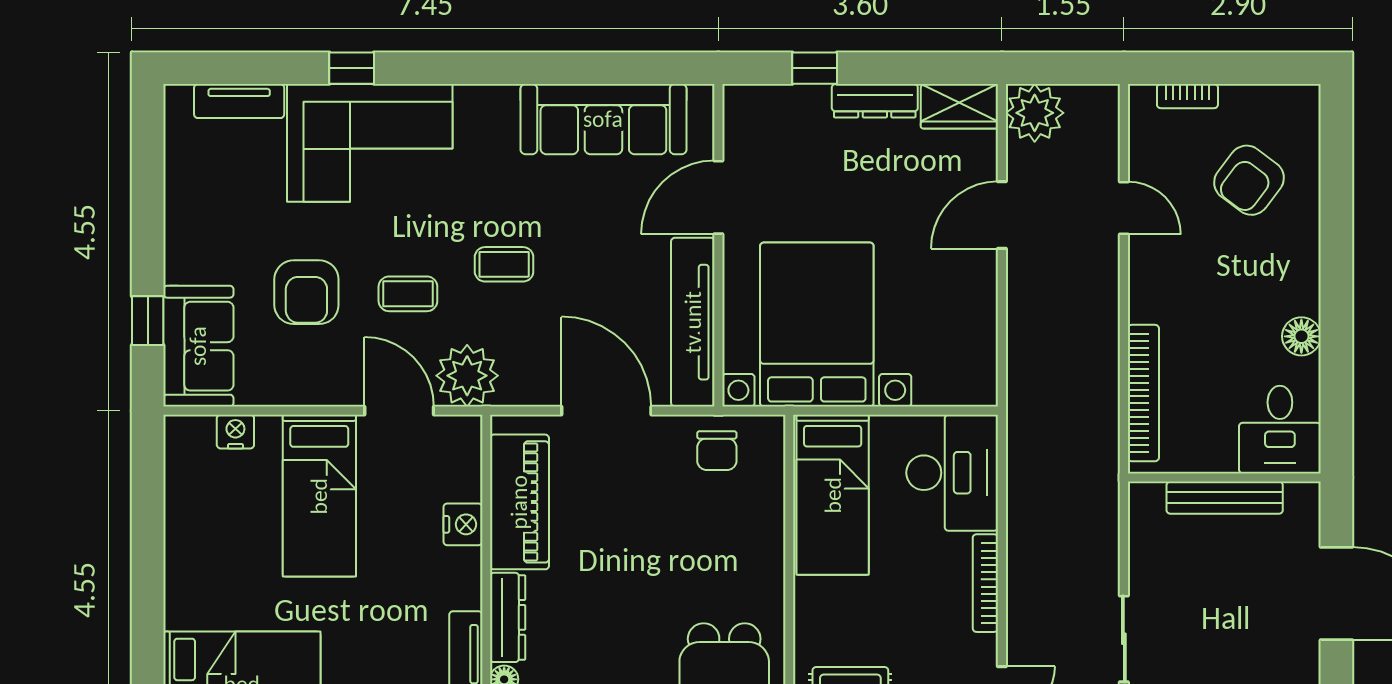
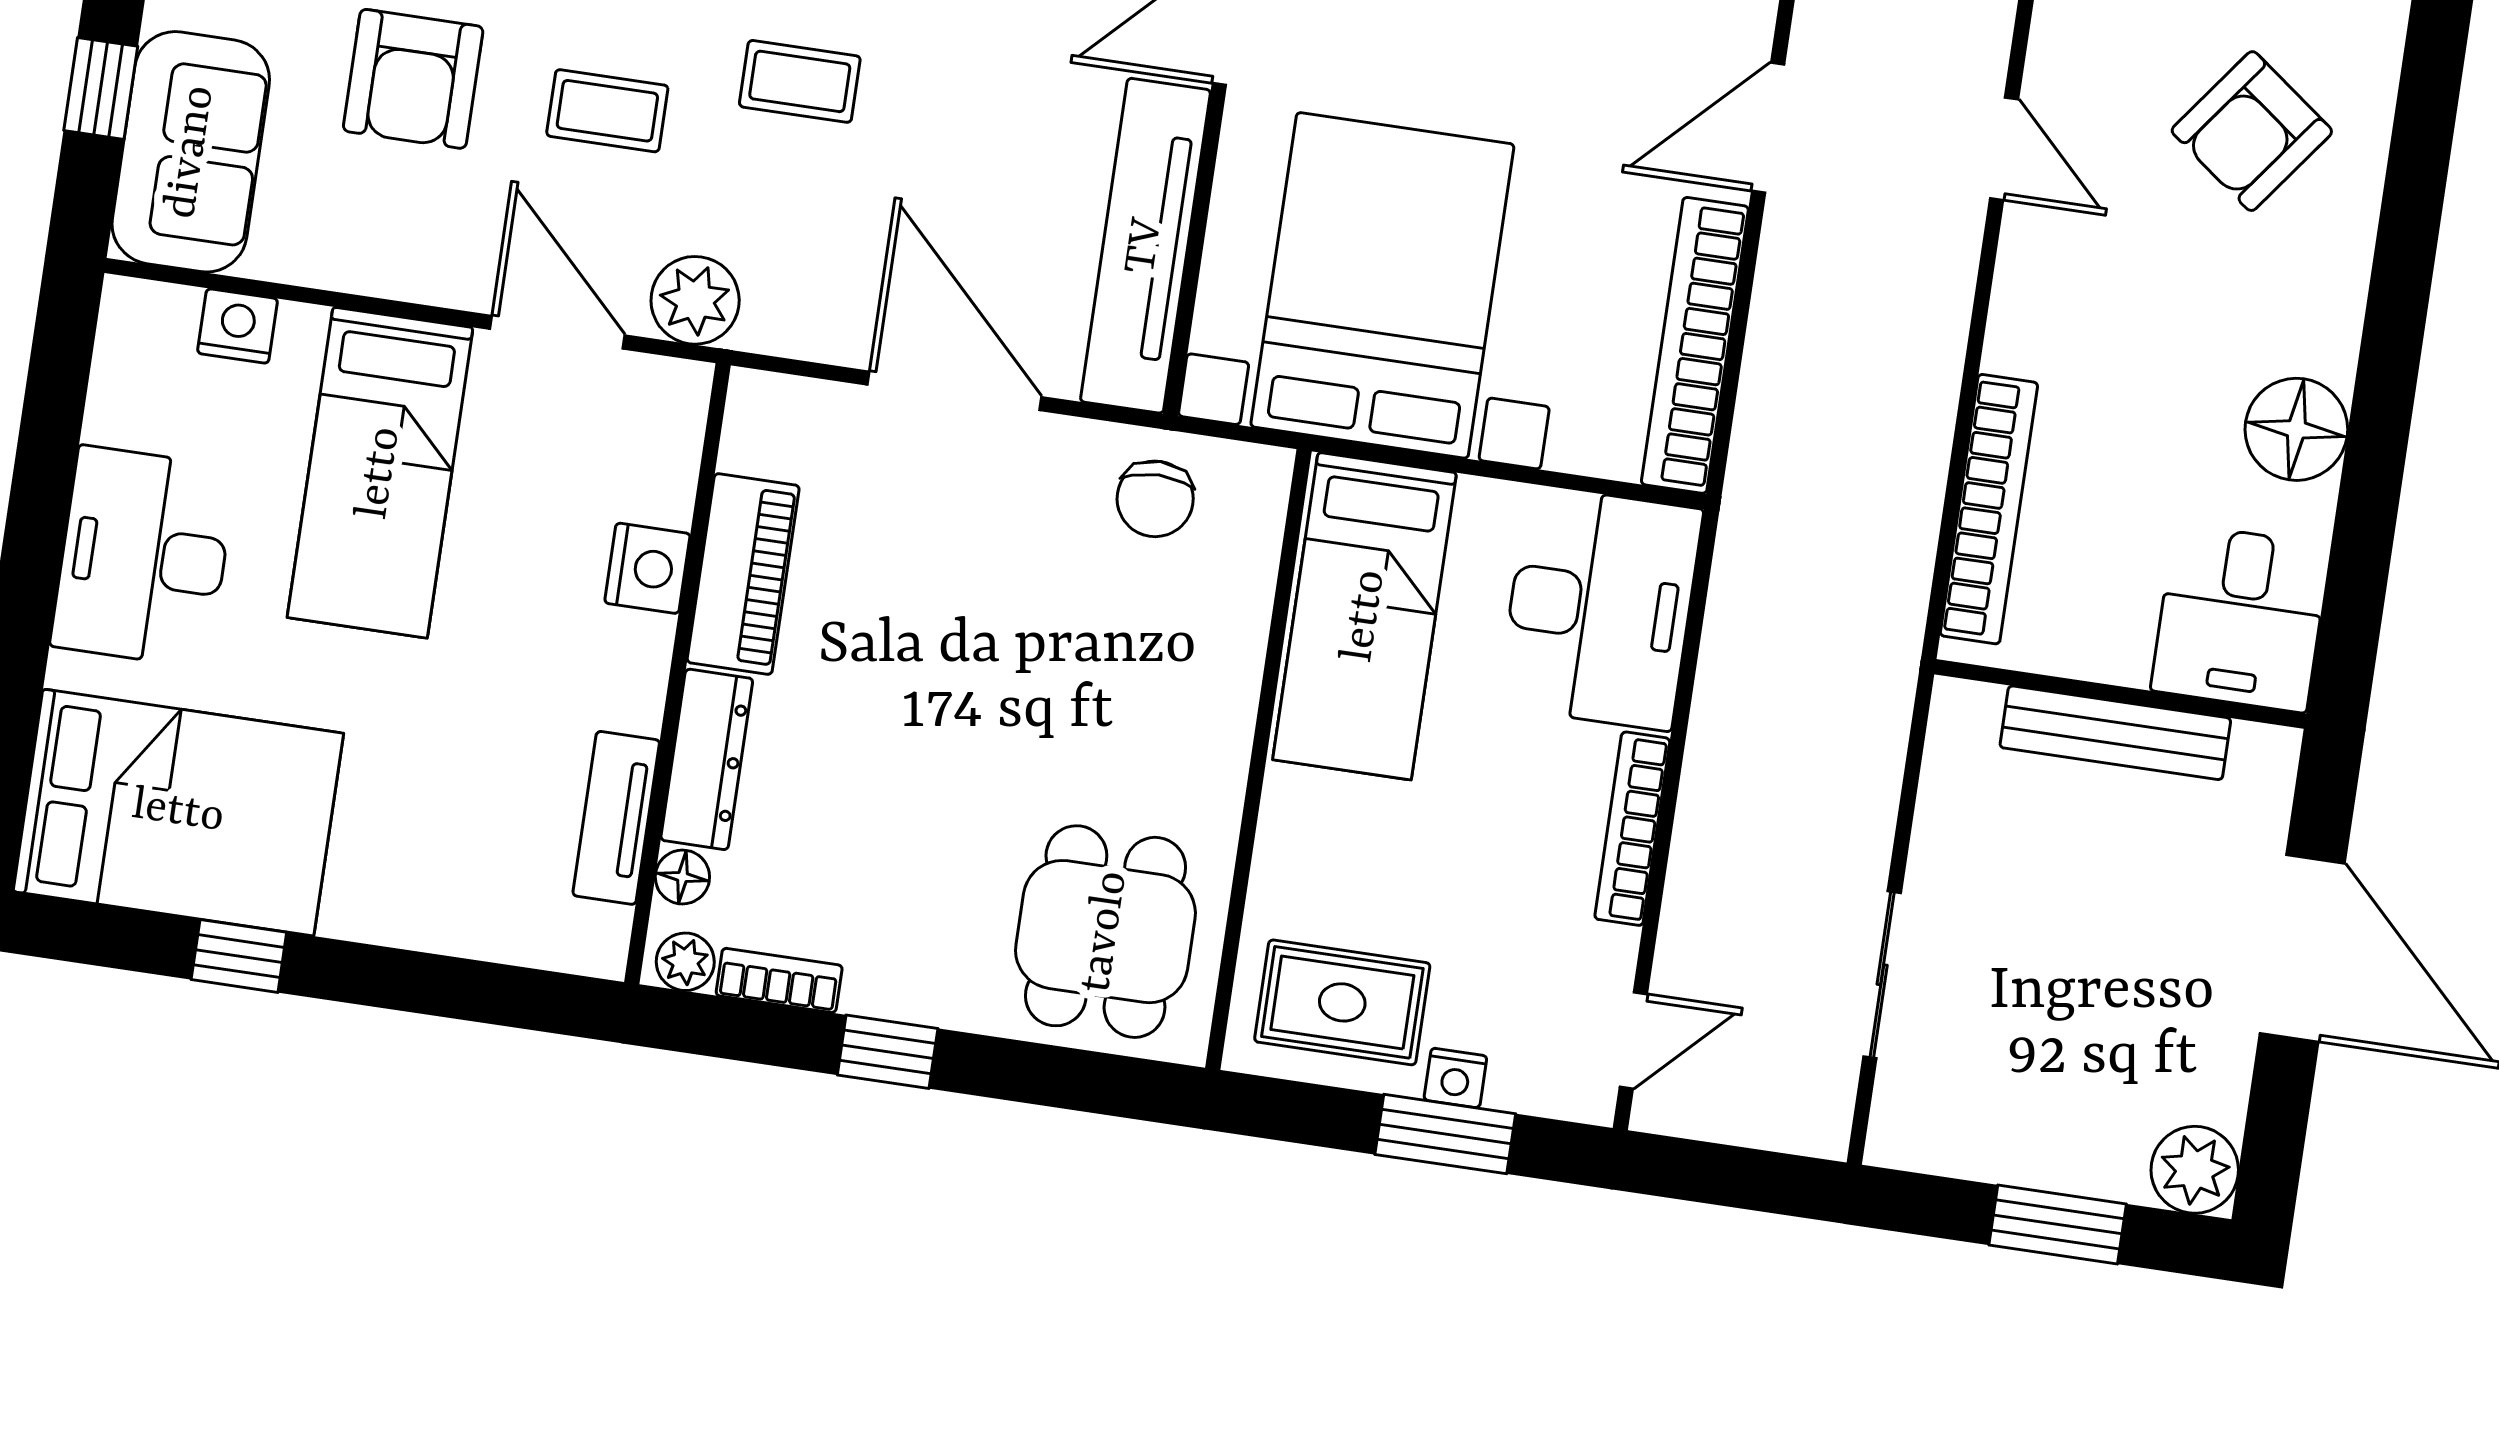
bookcase: (981, 332) -> (1695, 345), added
floor lamp: (1301, 336) -> (2296, 429), width x1.38, depth x1.38
plant: (467, 376) -> (695, 300), width x0.73, depth x0.73
piano: (519, 502) -> (743, 574), width x0.73, depth x0.75
desk: (205, 556) -> (144, 557), added

